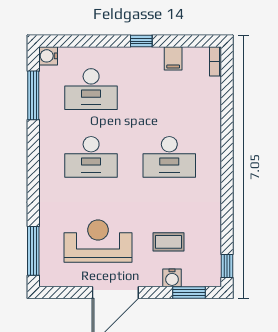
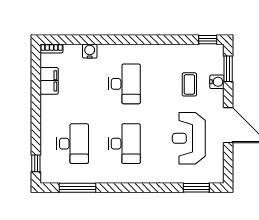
window: (141, 41) -> (36, 163), moved
water cooler: (48, 56) -> (90, 51), moved, turned 180
filing cabinet: (173, 58) -> (49, 81), width x2.00
window: (33, 251) -> (196, 188), width x0.69

